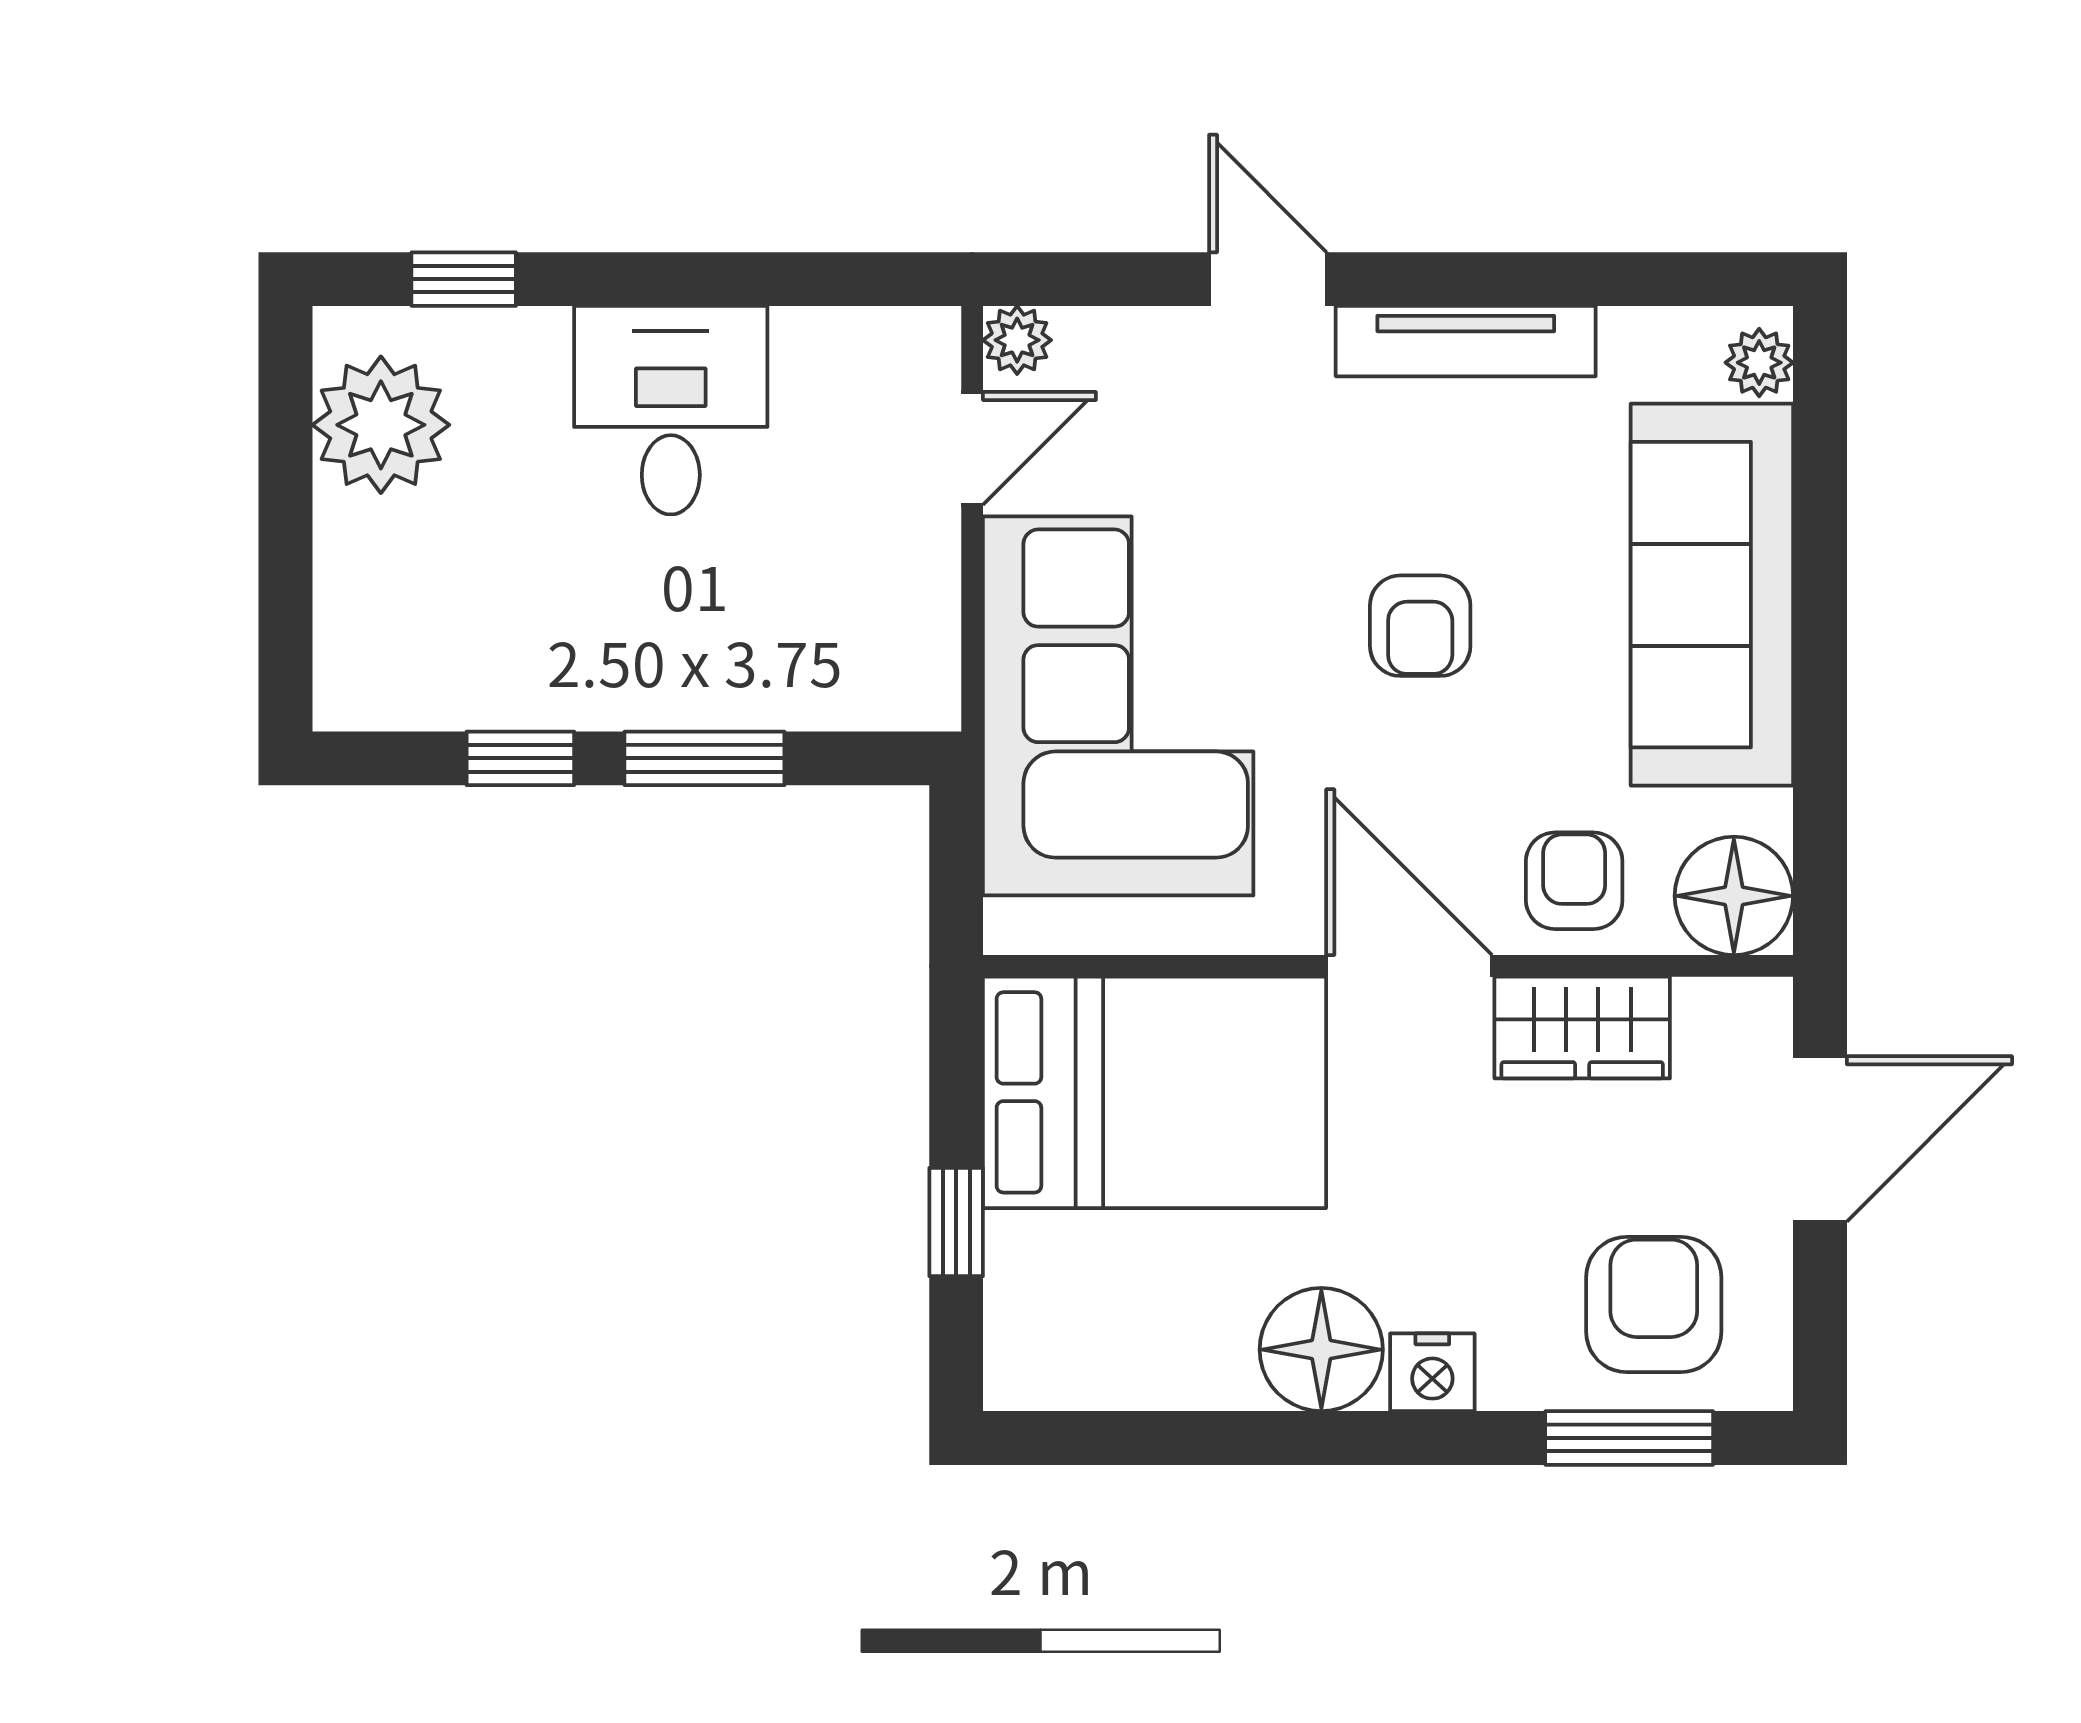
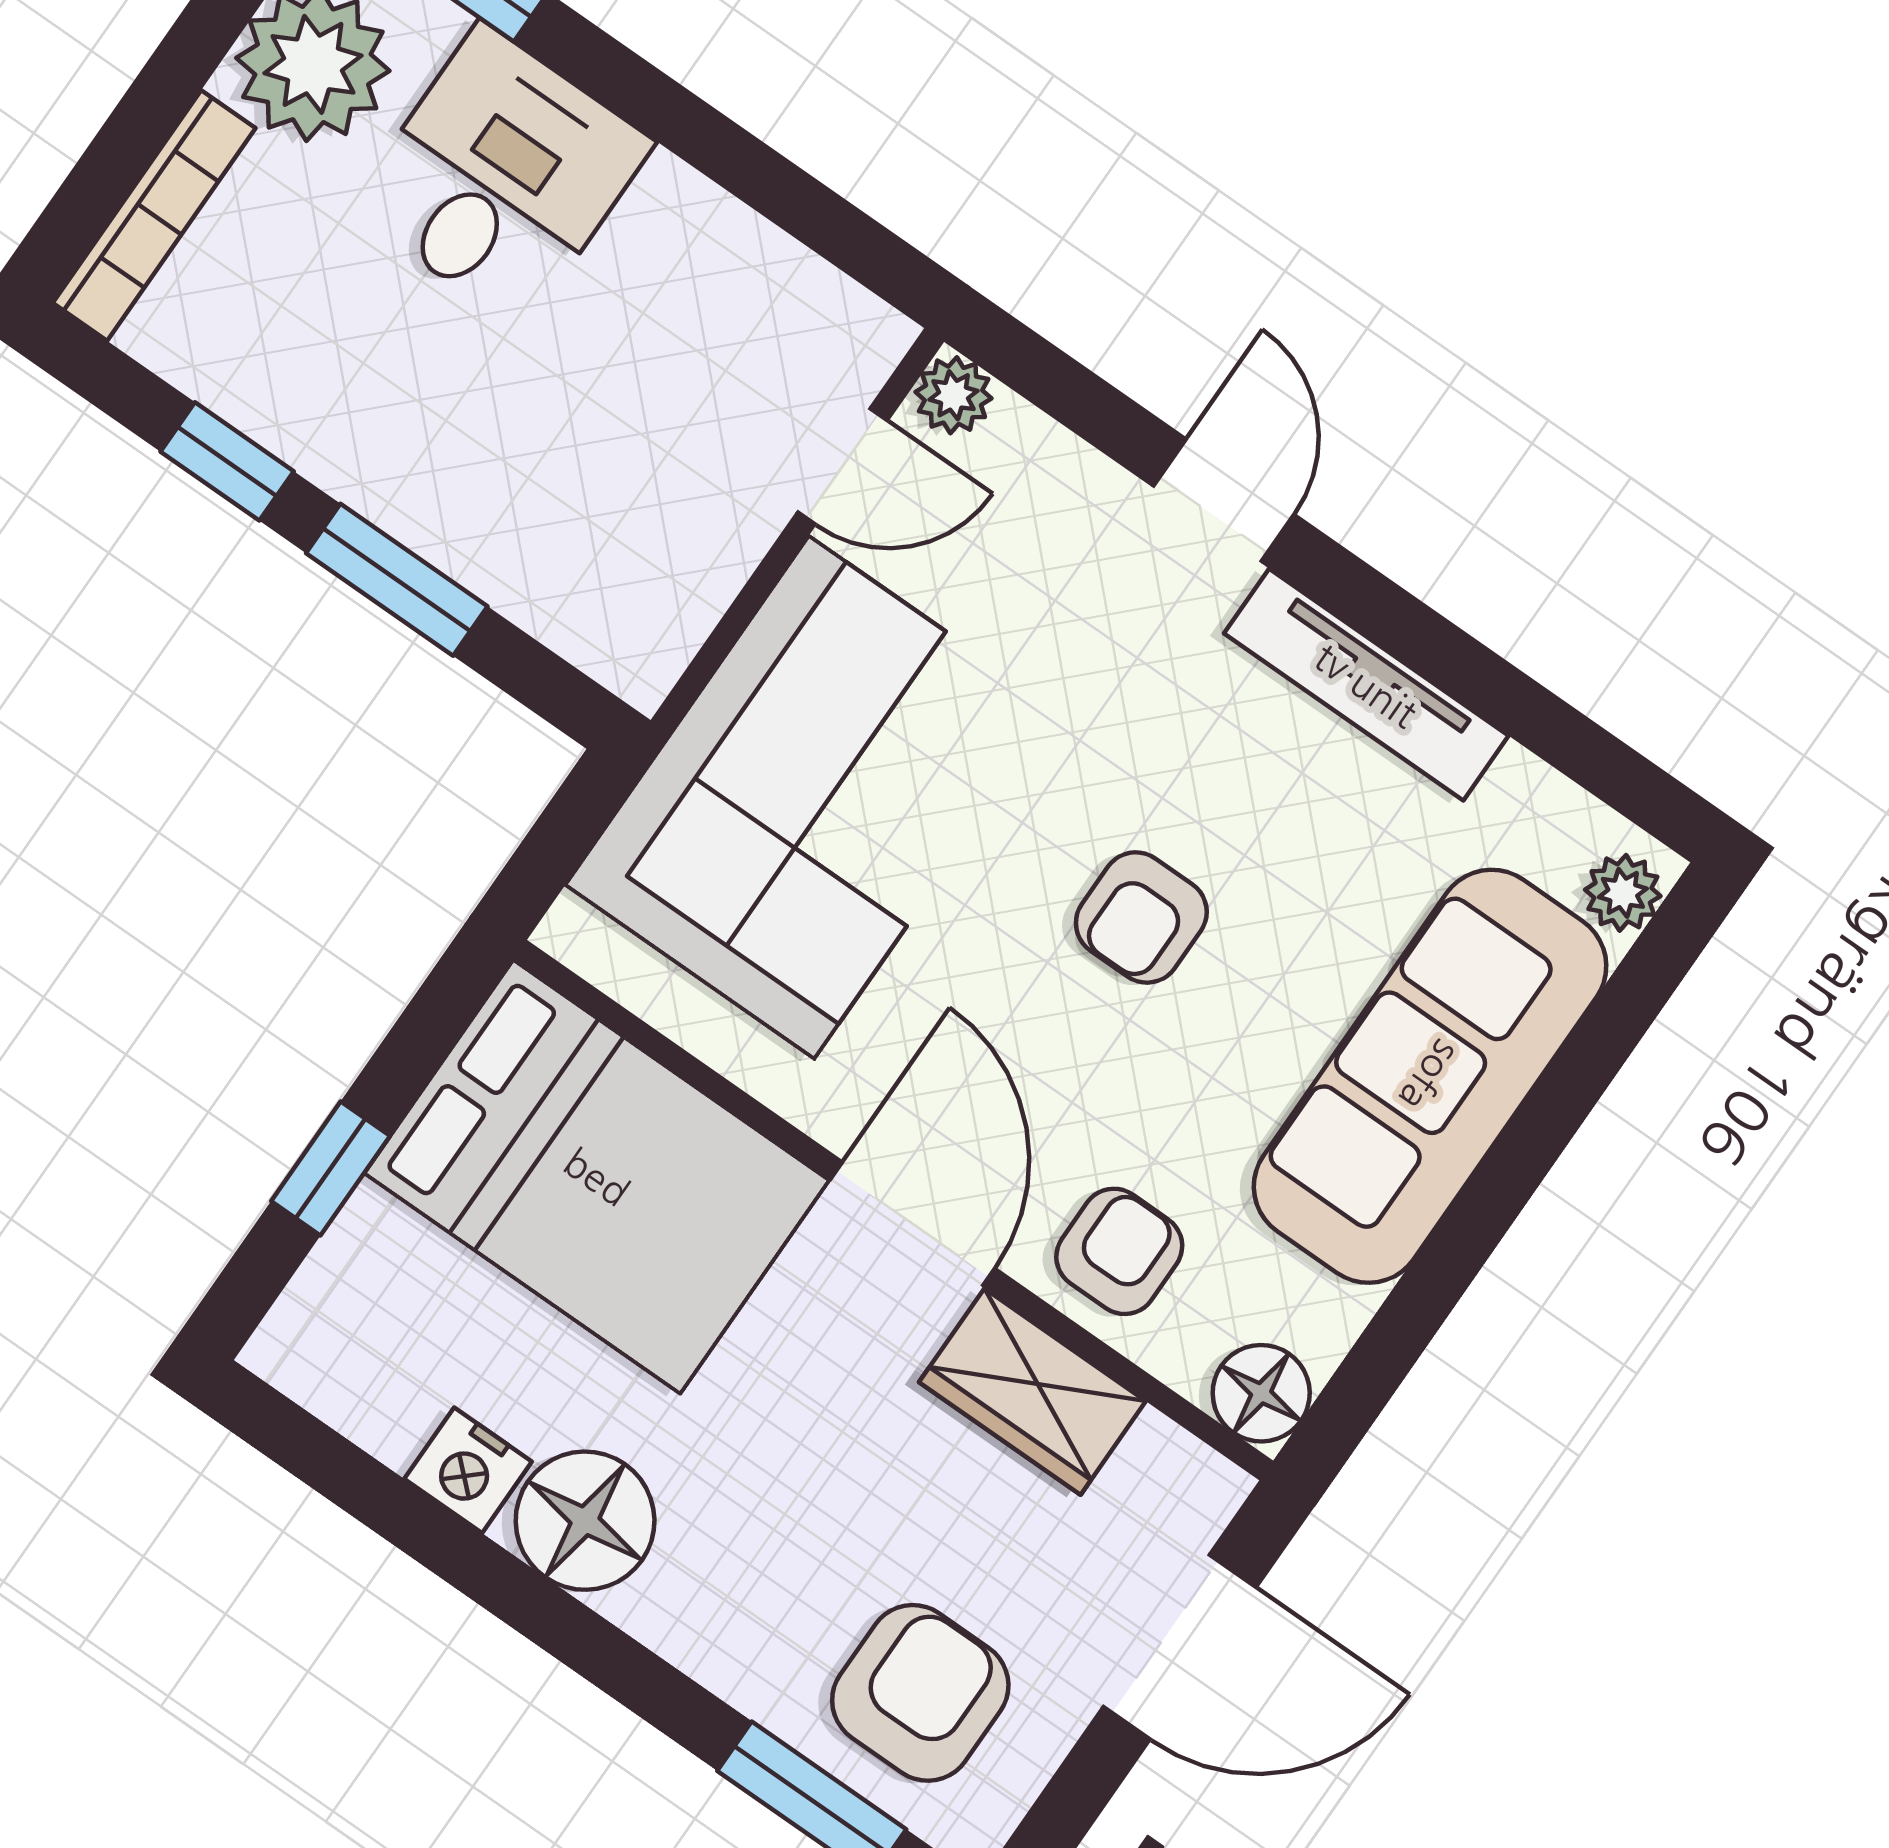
desk: (671, 410) -> (501, 176), moved
bookcase: (342, 616) -> (154, 216), added
floor lamp: (1734, 896) -> (1261, 1393), width x0.73, depth x0.73
nightstand: (1432, 1372) -> (468, 1470), moved

